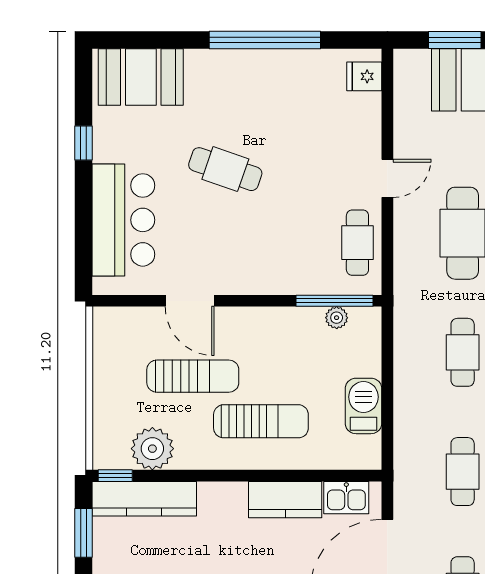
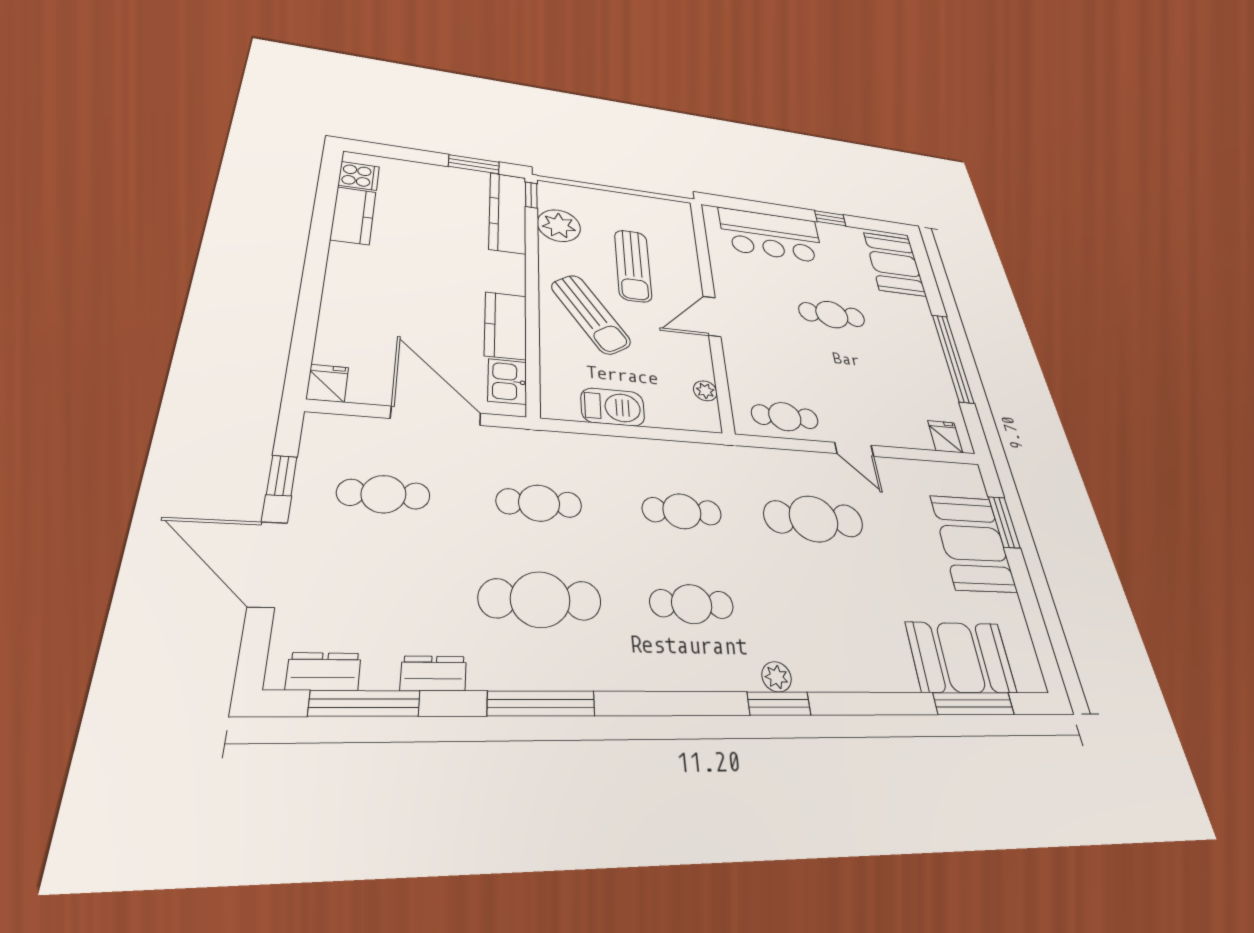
cafe table: (225, 169) -> (832, 315), turned 71
door: (190, 301) -> (712, 316), moved
window: (335, 301) -> (722, 391), removed
sun lounger: (261, 421) -> (591, 314), turned -33

